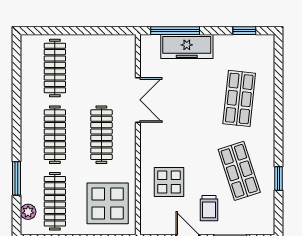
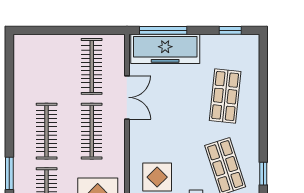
freezer: (187, 47) -> (165, 49), width x1.36, depth x1.26
clothes rail: (55, 68) -> (92, 66), moved

